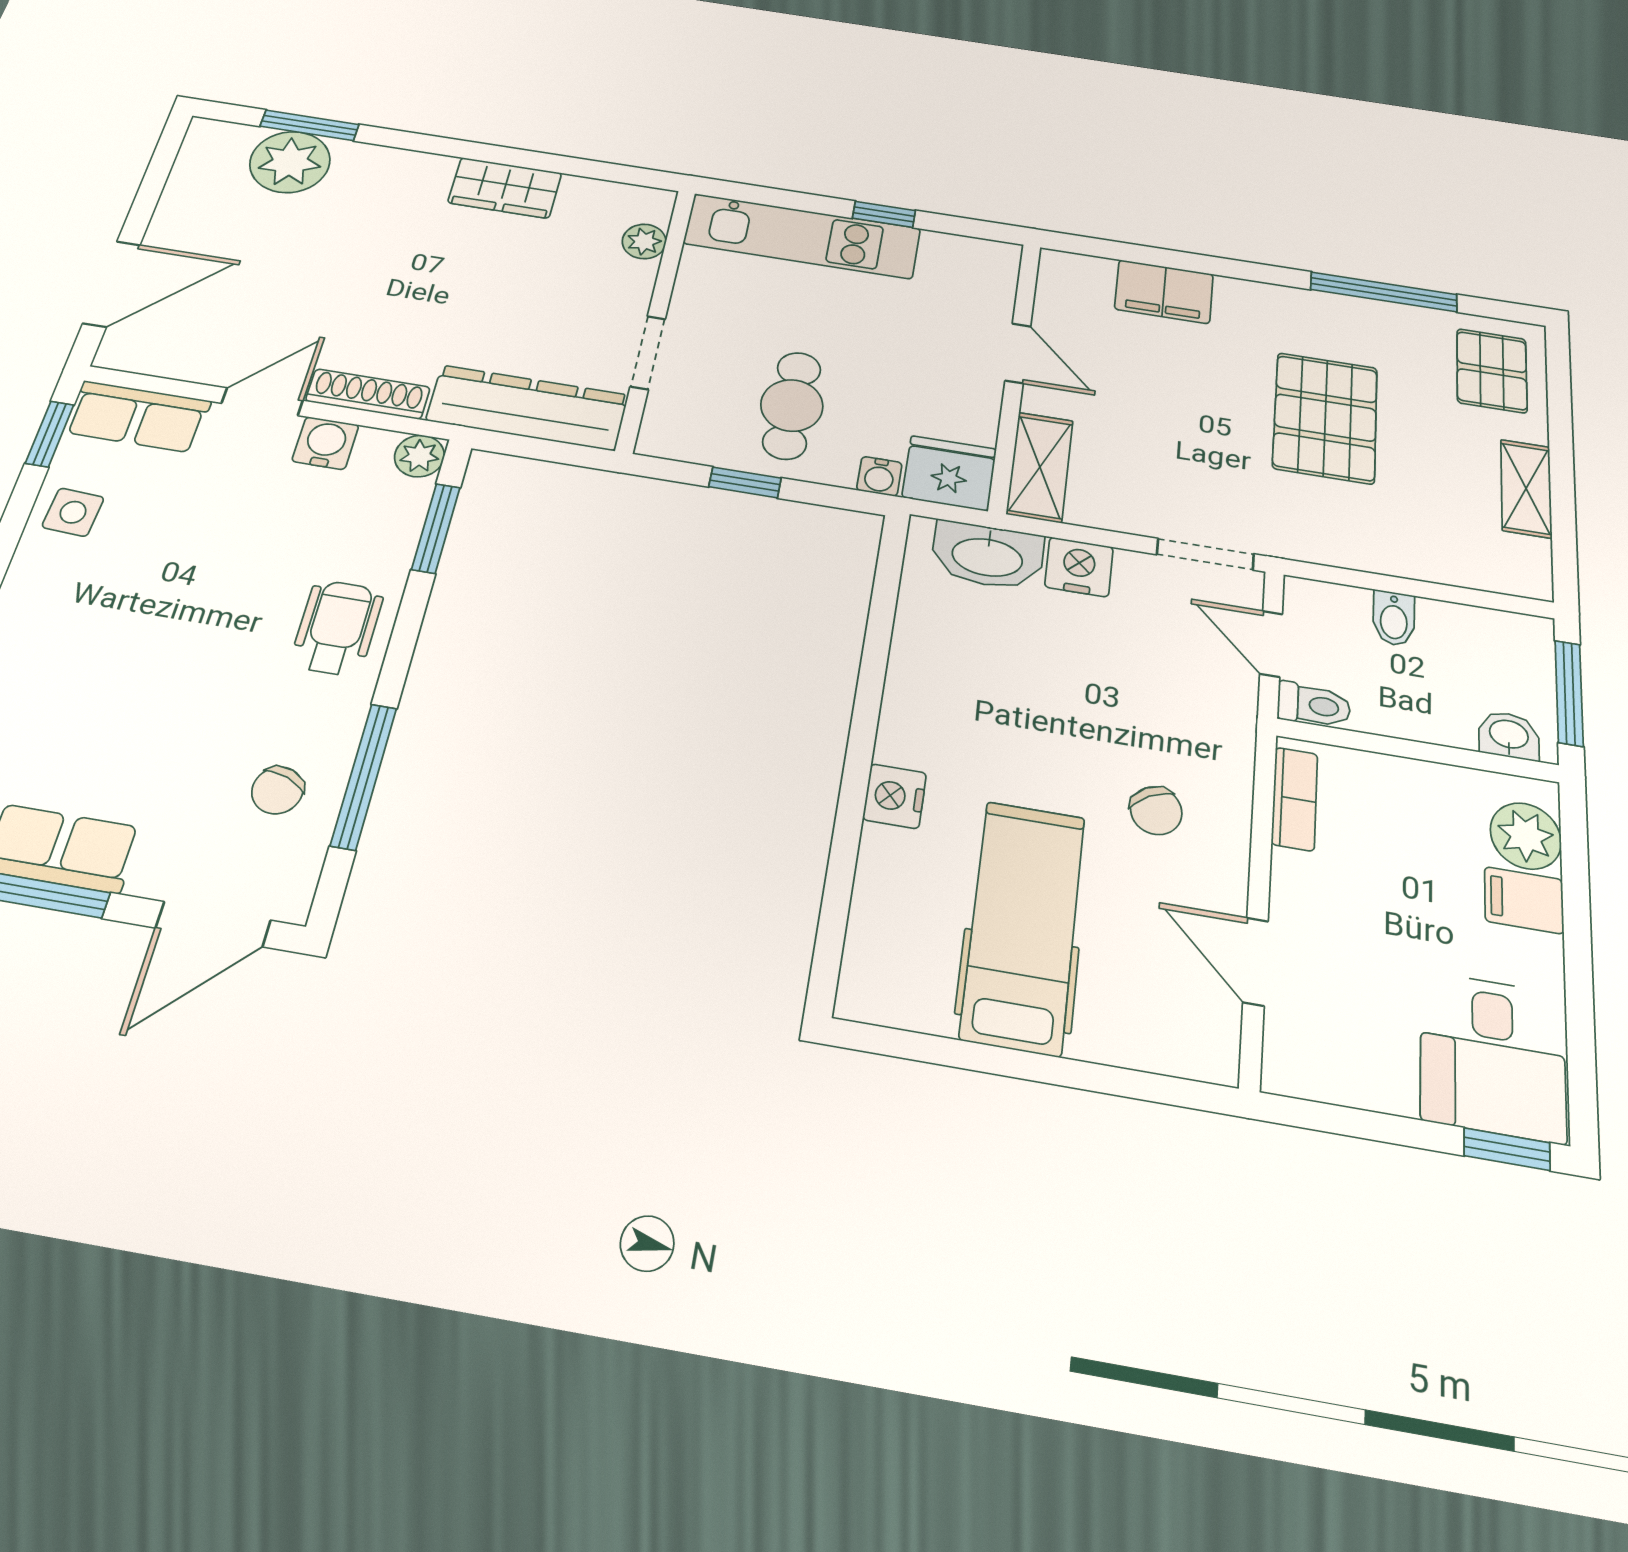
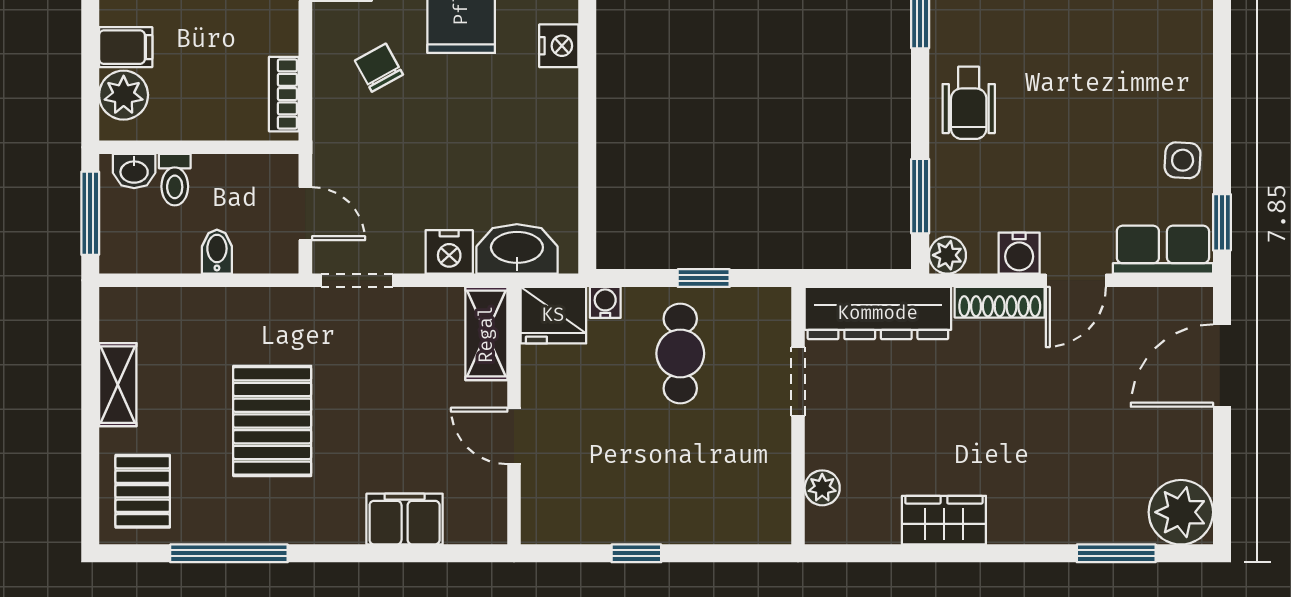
plant: (290, 162) -> (1181, 512), moved
kitchen unit: (802, 236) -> (698, 518), removed
toilet: (1314, 705) -> (175, 180), moved, turned -90

